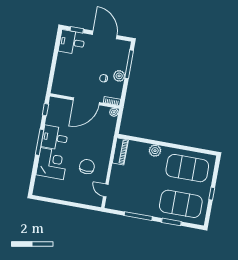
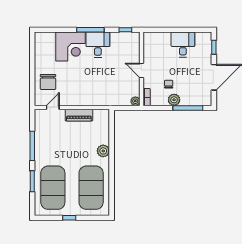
desk: (72, 42) -> (183, 44), moved
door: (86, 101) -> (142, 70), width x0.53
piano: (120, 151) -> (79, 115), moved
chair: (87, 167) -> (48, 82), moved, turned 90

